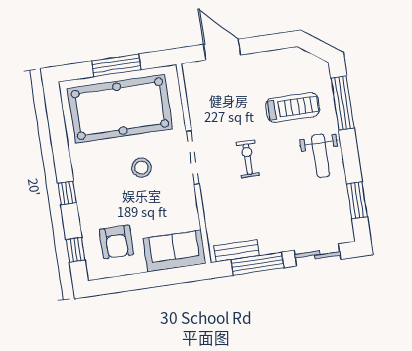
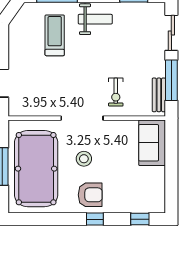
exercise bike: (248, 159) -> (116, 92), moved, turned -90
armchair: (116, 242) -> (90, 195), moved

